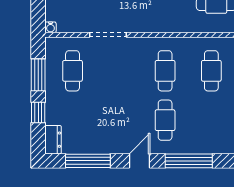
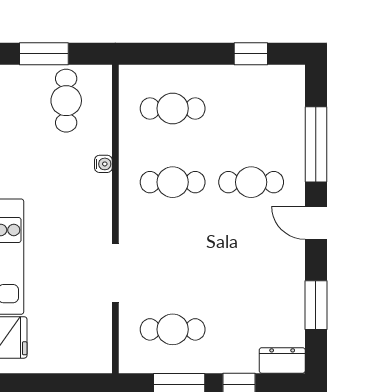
water cooler: (50, 27) -> (103, 164), moved
window: (88, 161) -> (316, 305), width x0.69

